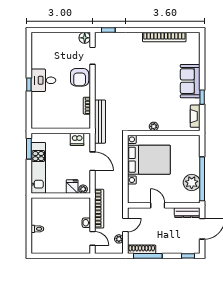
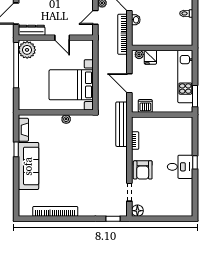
armchair: (80, 77) -> (143, 170), turned 180
sofa: (190, 81) -> (28, 166), width x1.36
plant: (192, 183) -> (27, 50), moved

